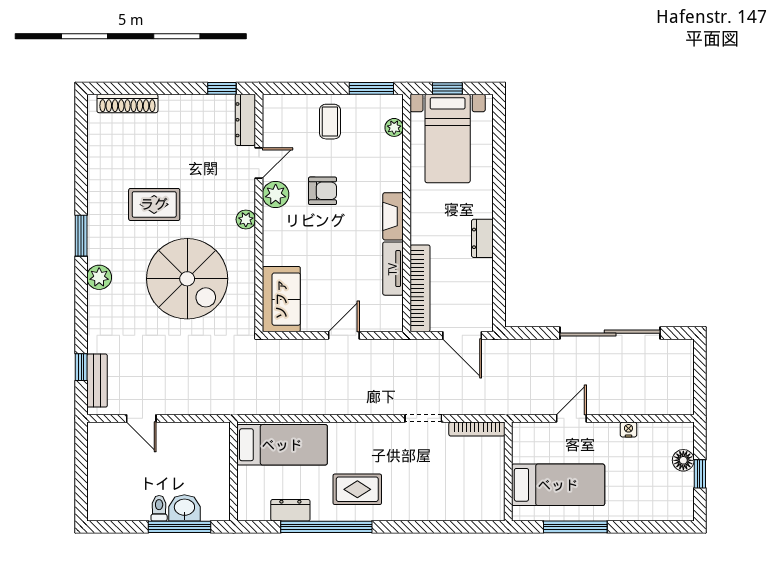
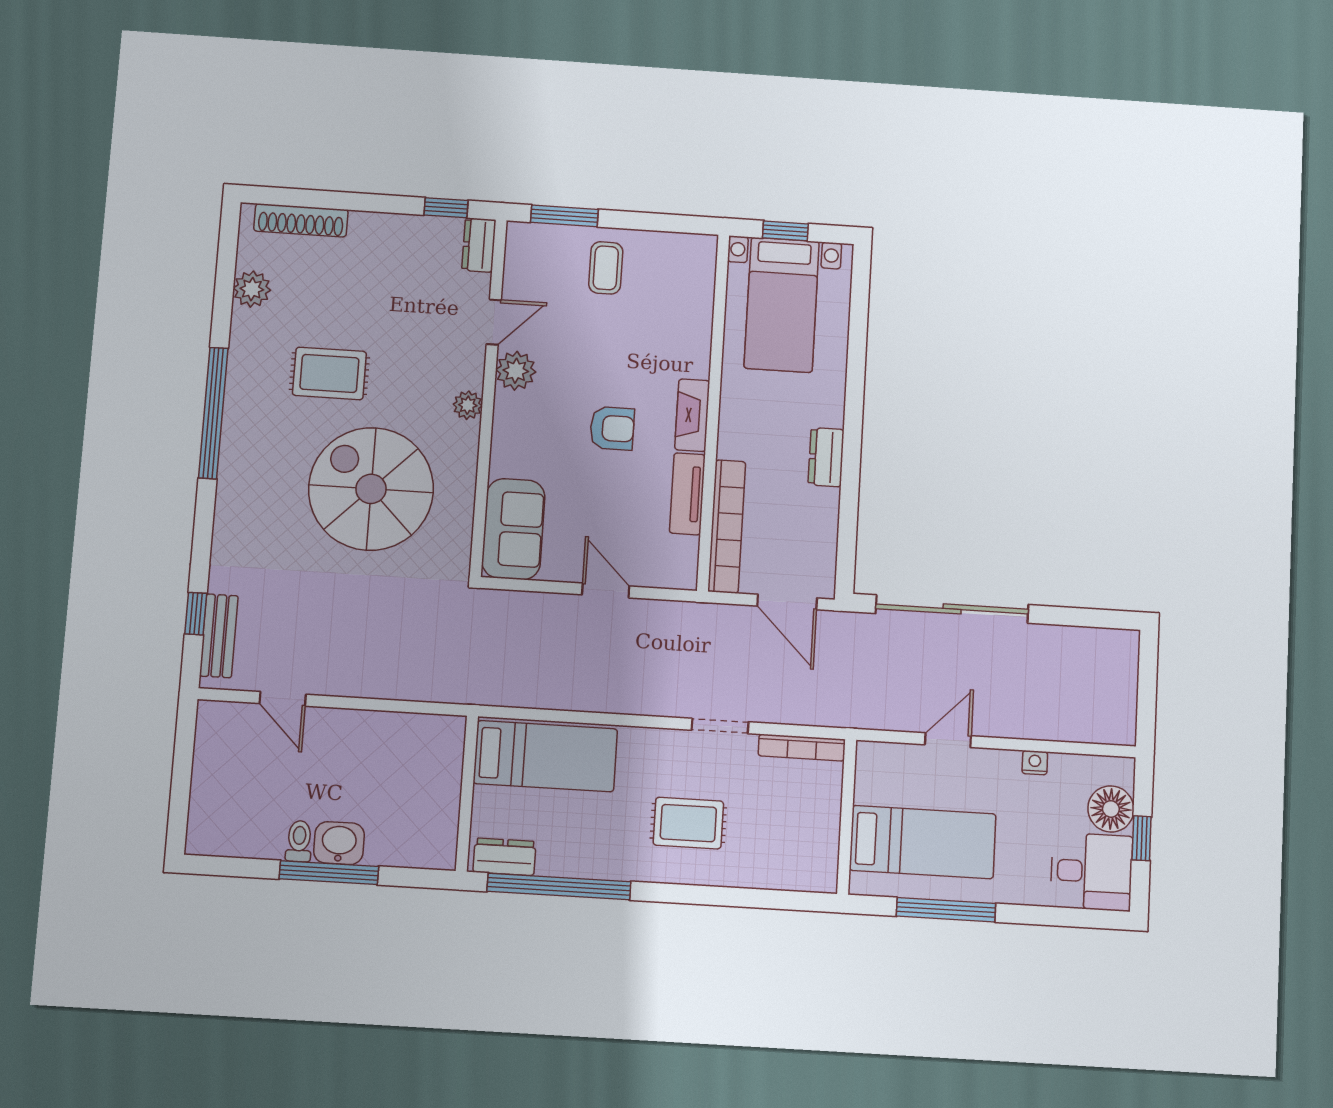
window: (371, 88) -> (564, 216), moved
dresser: (245, 120) -> (479, 245), width x0.70
plant: (394, 127) -> (702, 283), removed
armchair: (323, 191) -> (612, 428), moved
window: (81, 236) -> (213, 413), width x2.11
plant: (99, 277) -> (252, 289), moved
spiral stairs: (187, 279) -> (371, 489), turned 180
sliding door: (610, 333) -> (952, 609), moved
door: (344, 335) -> (606, 590), hinge flipped
bed: (282, 445) -> (545, 756), moved
floor lamp: (683, 460) -> (1111, 809), width x1.38, depth x1.38
wall: (233, 472) -> (467, 793), moved
rug: (357, 489) -> (688, 823), moved
desk: (668, 497) -> (1091, 872), added

